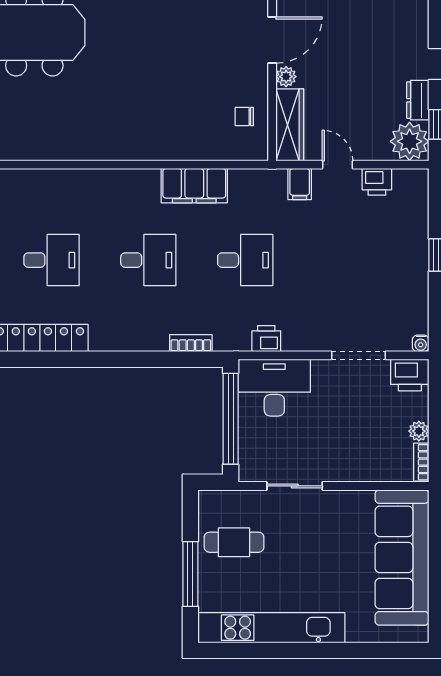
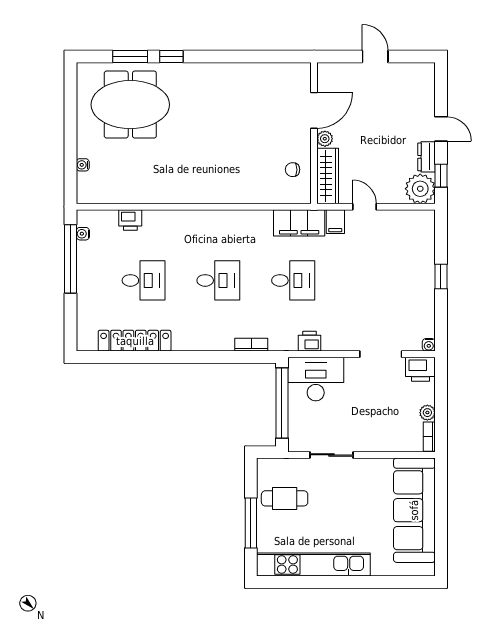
printer: (377, 182) -> (130, 220), moved
filing cabinet: (194, 186) -> (299, 223), moved

